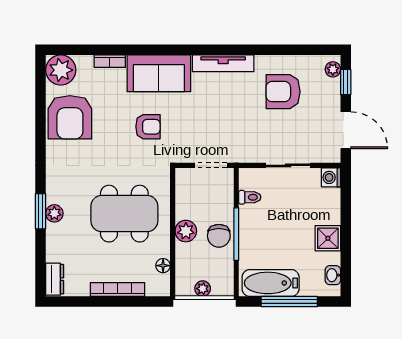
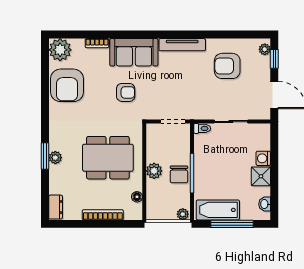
washing machine: (331, 177) -> (263, 158), moved
toilet: (250, 197) -> (202, 128), moved
plant: (203, 289) -> (183, 214), moved

